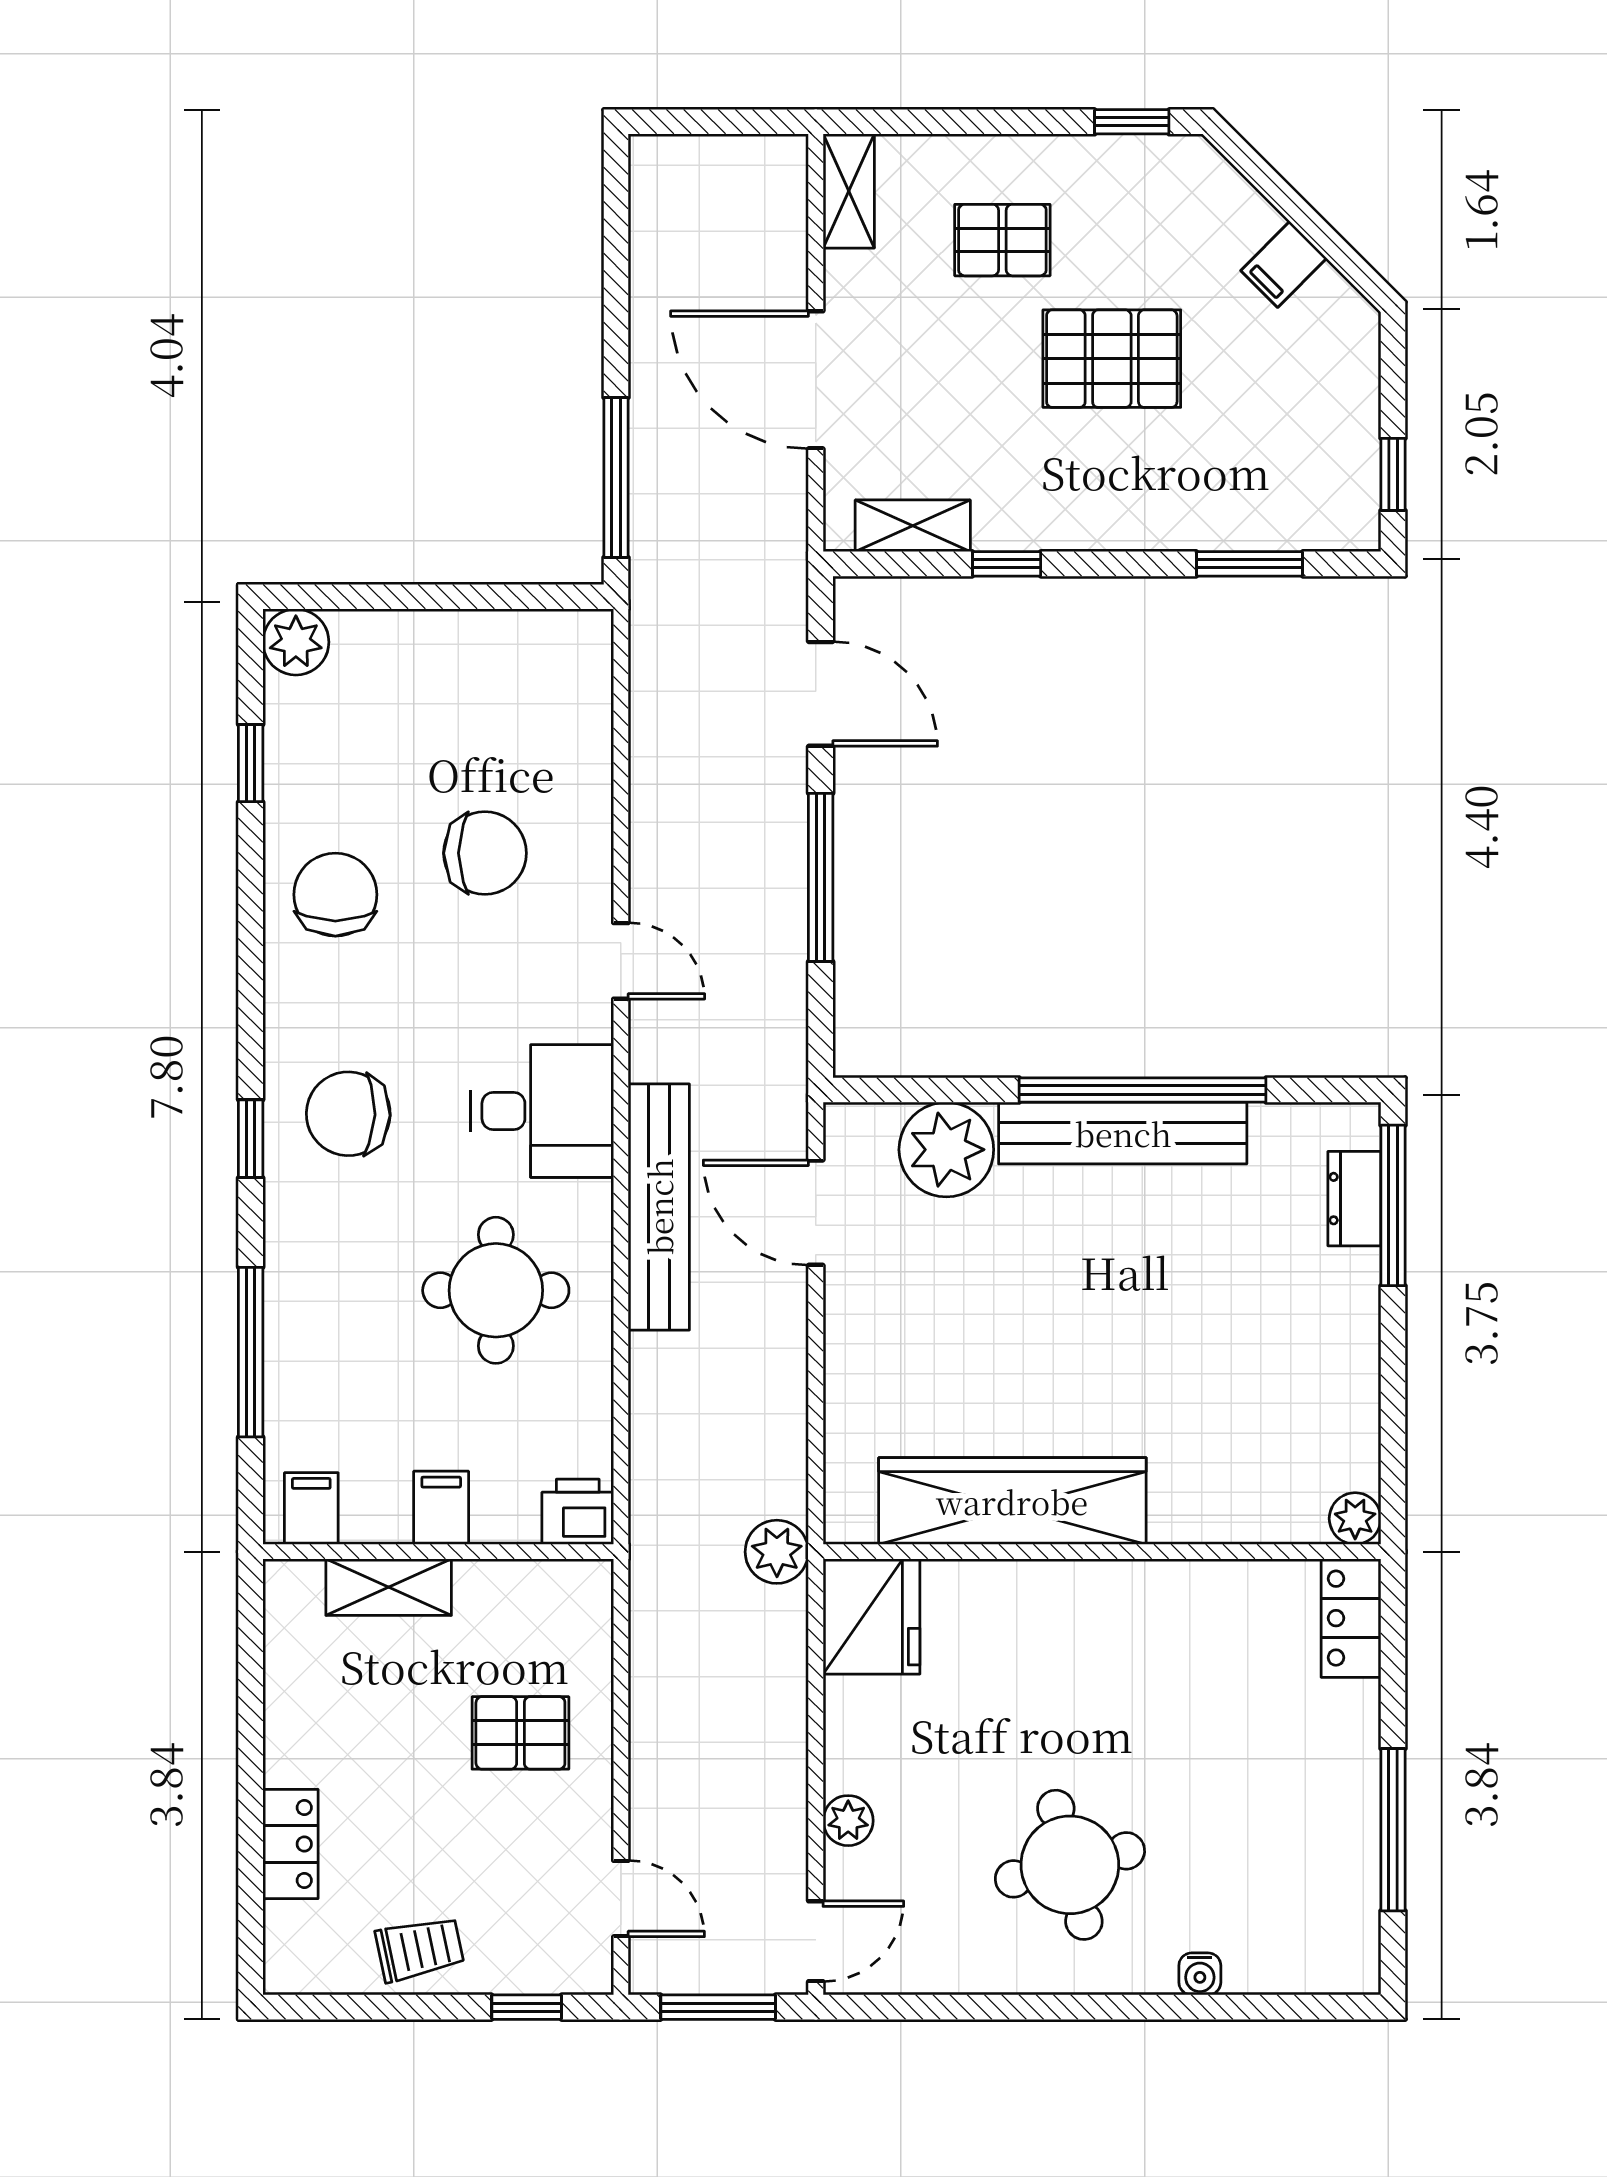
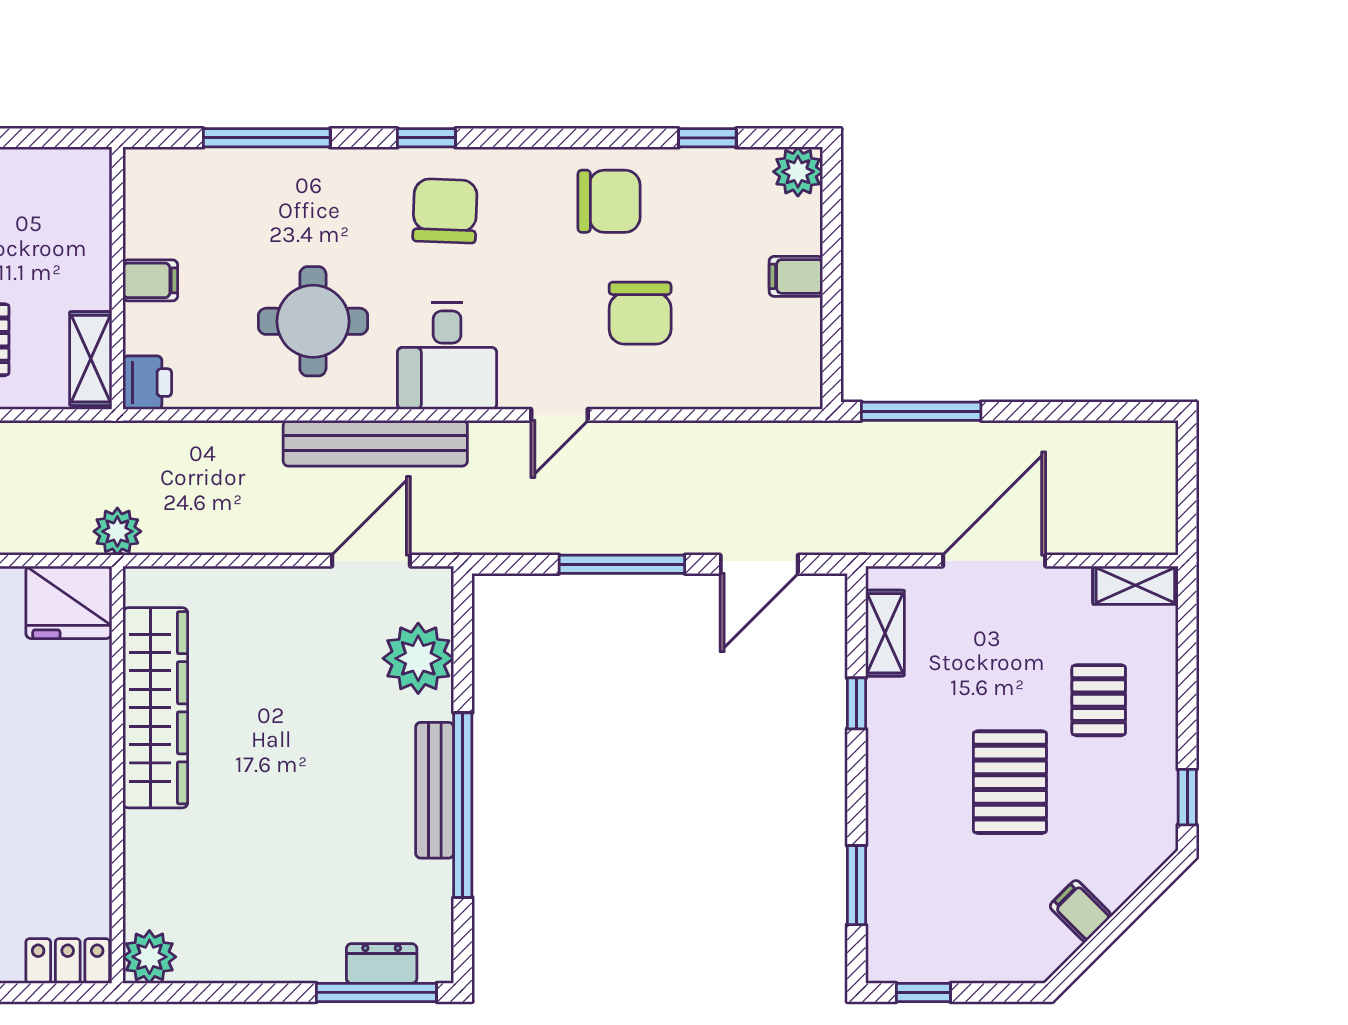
bench: (1123, 1133) -> (435, 790), width x0.73, depth x0.82
filing cabinet: (311, 1508) -> (796, 276), moved, turned 180
plant: (1355, 1519) -> (149, 957), width x1.38, depth x1.38
shelving: (389, 1587) -> (91, 359), moved

